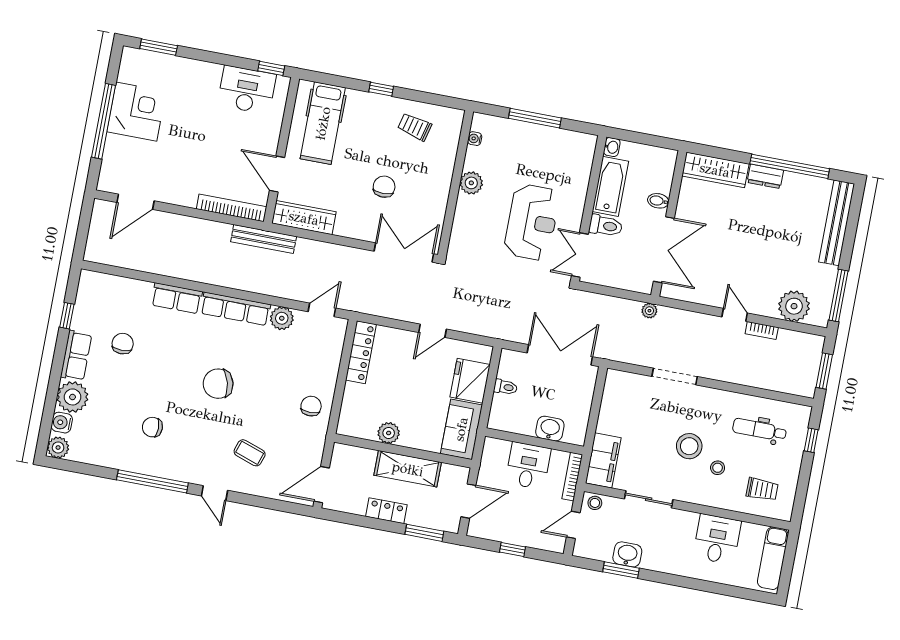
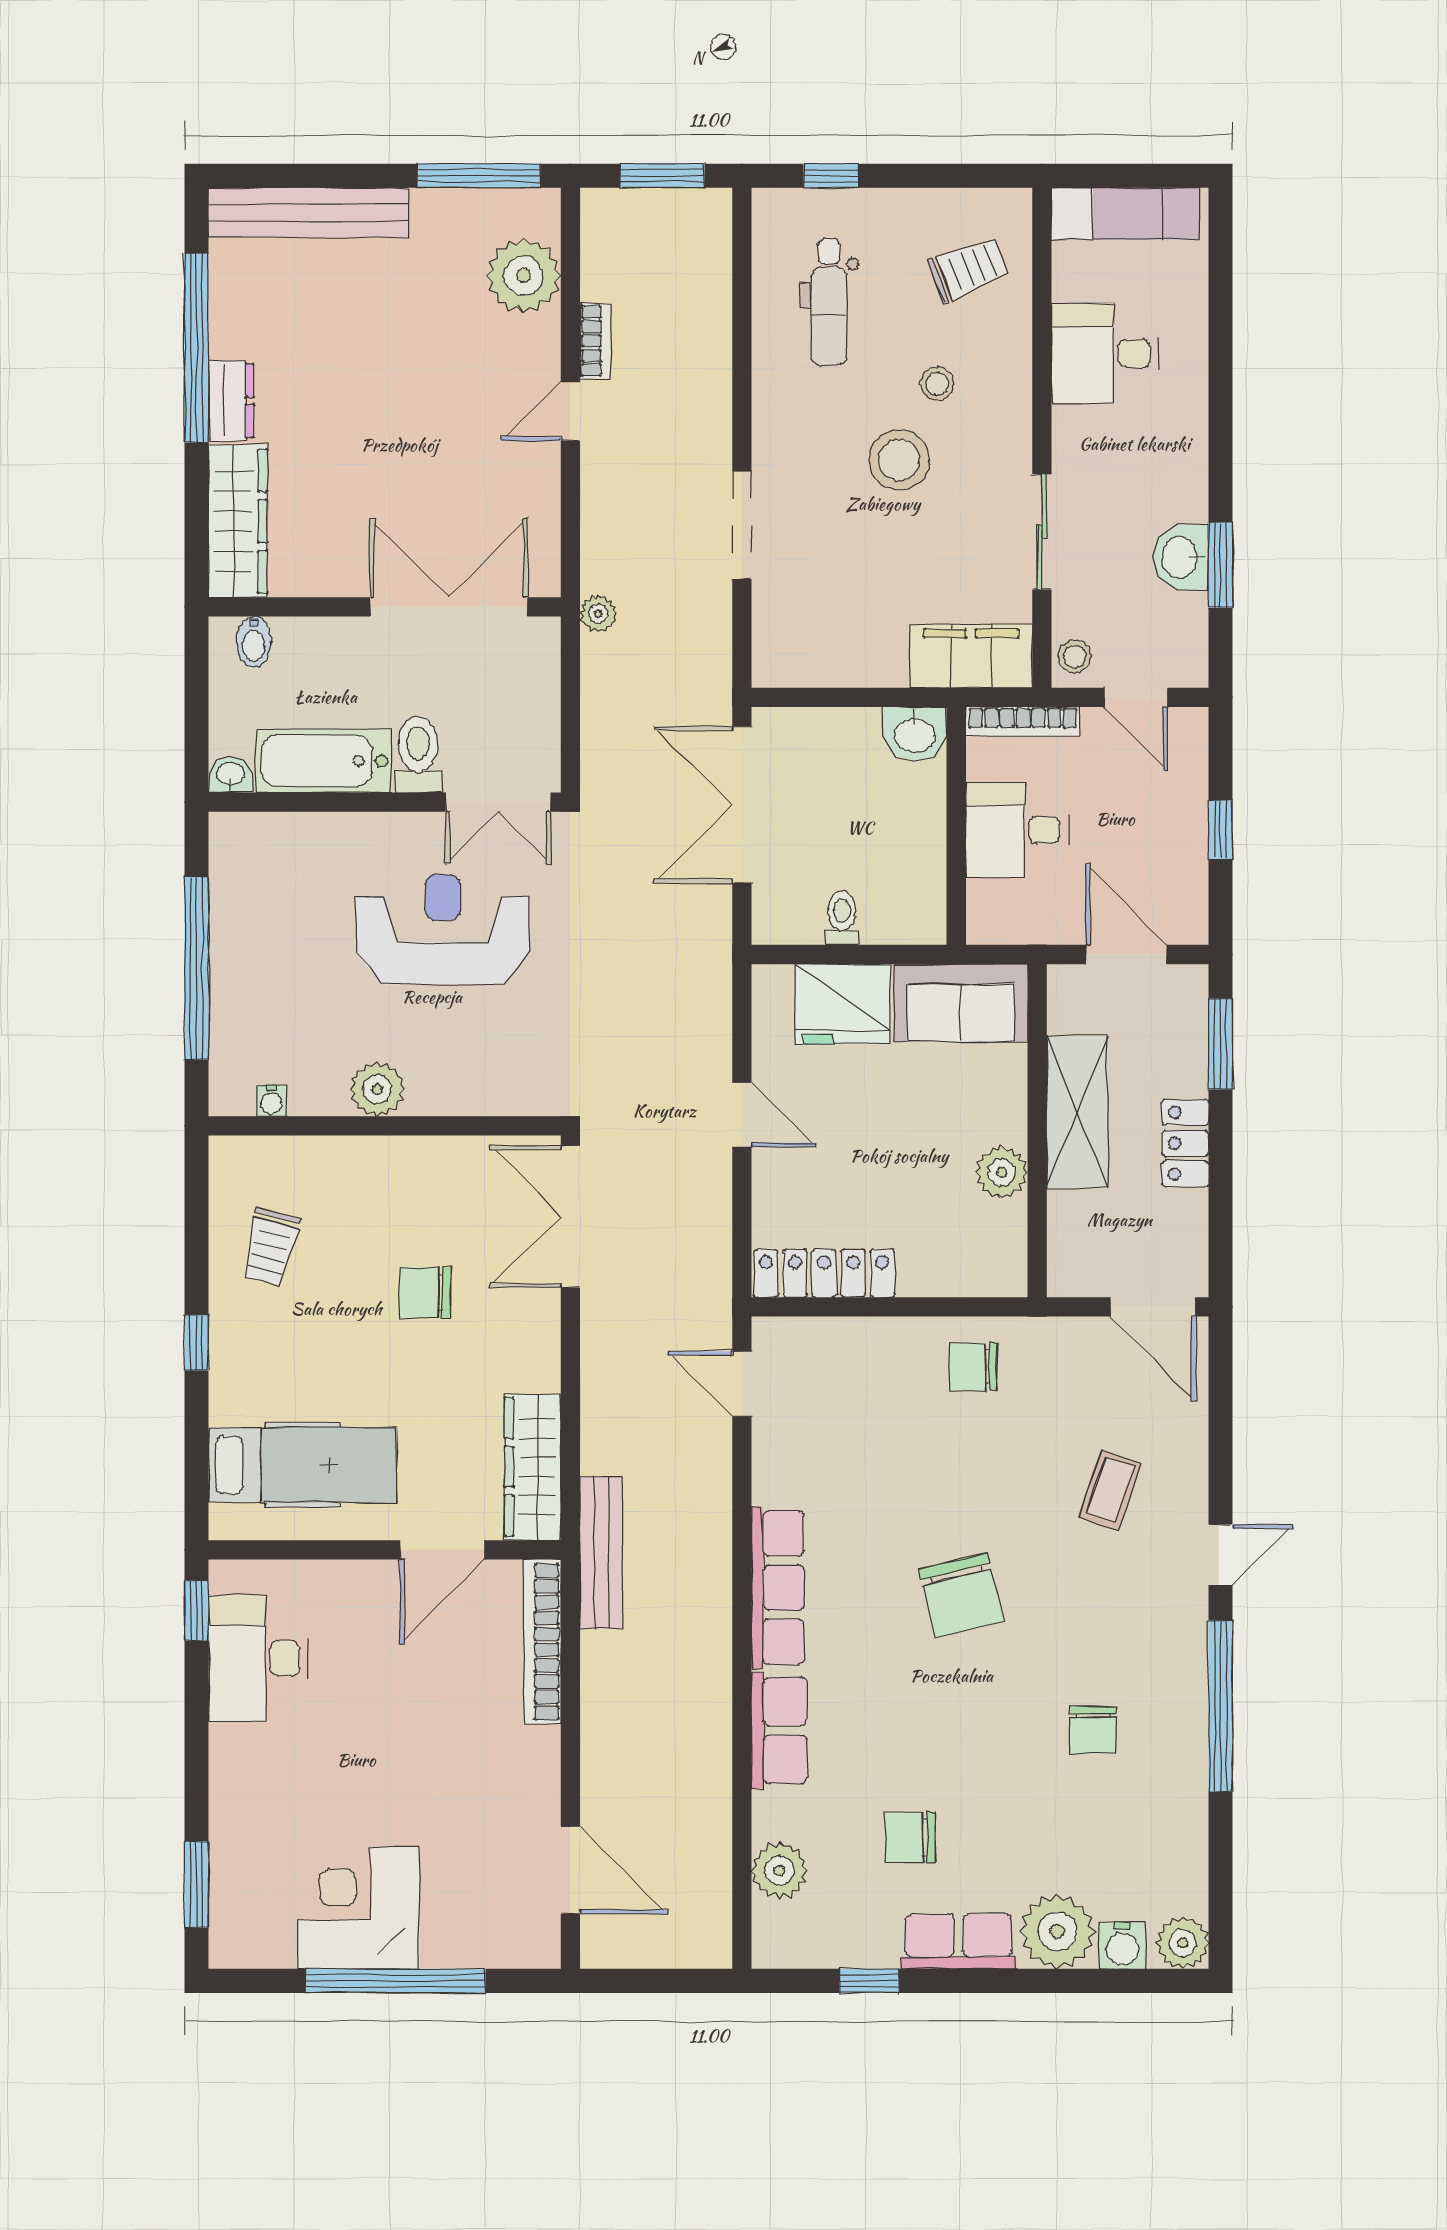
window: (535, 118) -> (197, 968), width x1.46
bidet: (658, 201) -> (254, 642), moved
plant: (282, 318) -> (779, 1870), moved
washbasin: (550, 429) -> (915, 734), moved, turned -90
trolley: (762, 489) -> (968, 269), turned 69

